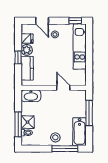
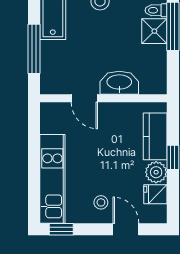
washbasin: (31, 96) -> (119, 83), moved

